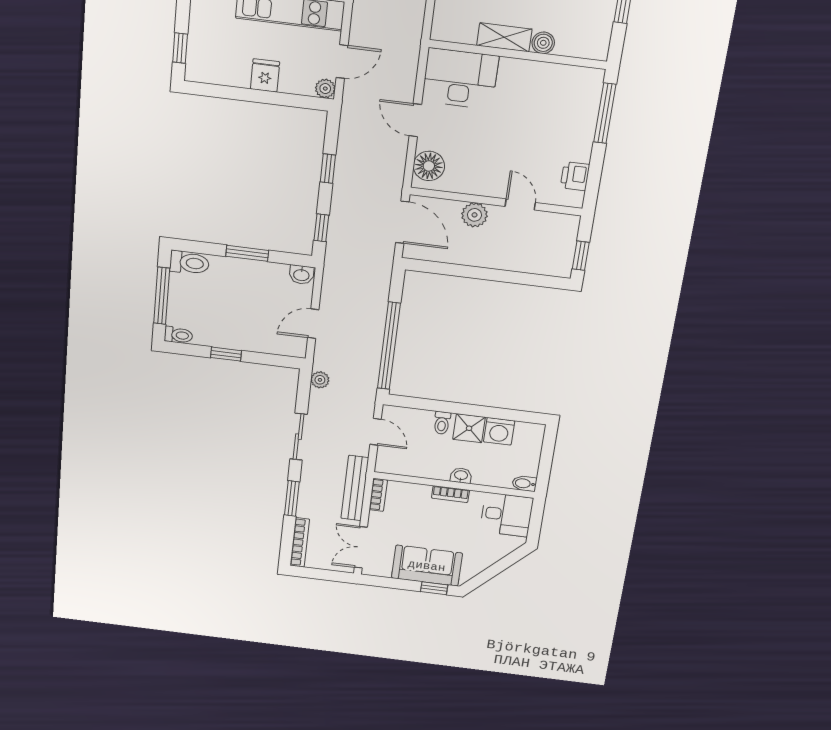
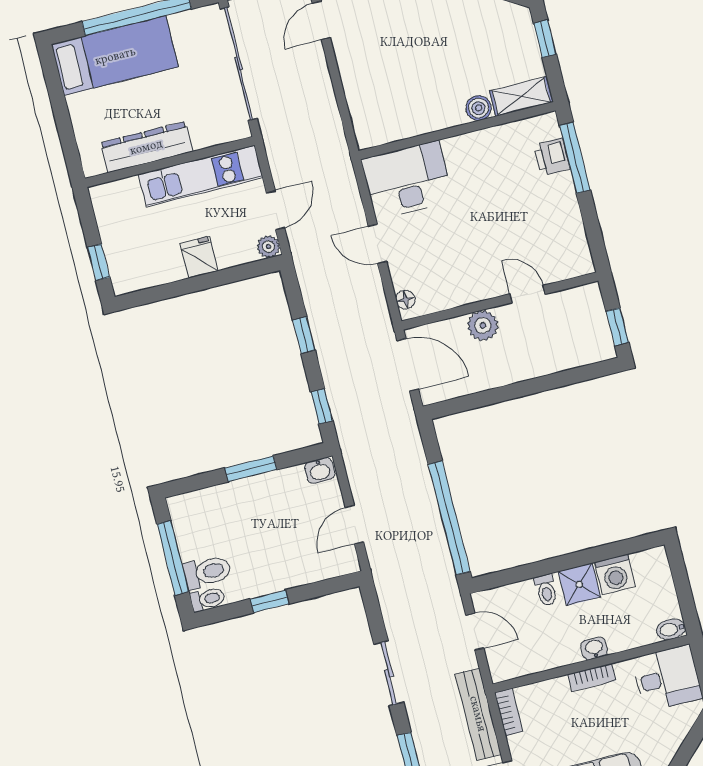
shelving: (504, 37) -> (521, 97), moved
floor lamp: (429, 166) -> (406, 300), width x0.53, depth x0.53
printer: (575, 176) -> (552, 157), moved
toilet: (189, 263) -> (207, 572), moved
plant: (320, 380) -> (387, 591), removed

